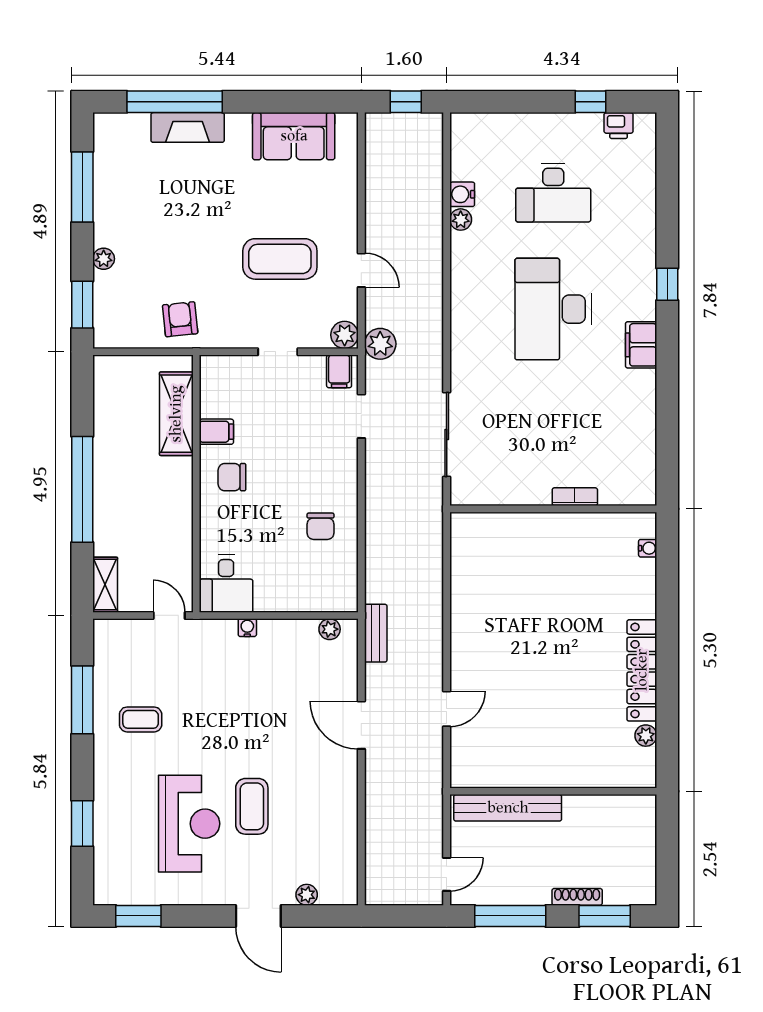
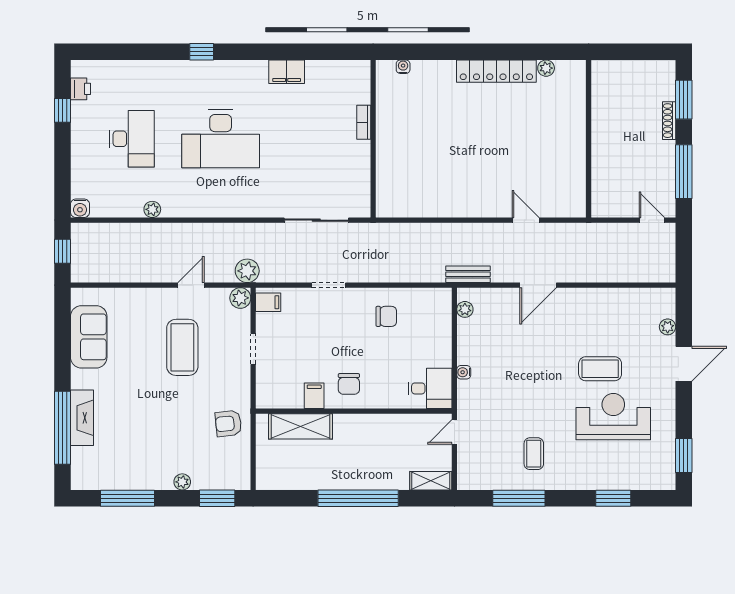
water cooler: (462, 194) -> (80, 208), moved
filing cabinet: (641, 345) -> (287, 72), moved
doorway: (361, 416) -> (329, 285), moved
bench: (508, 808) -> (601, 174), removed

